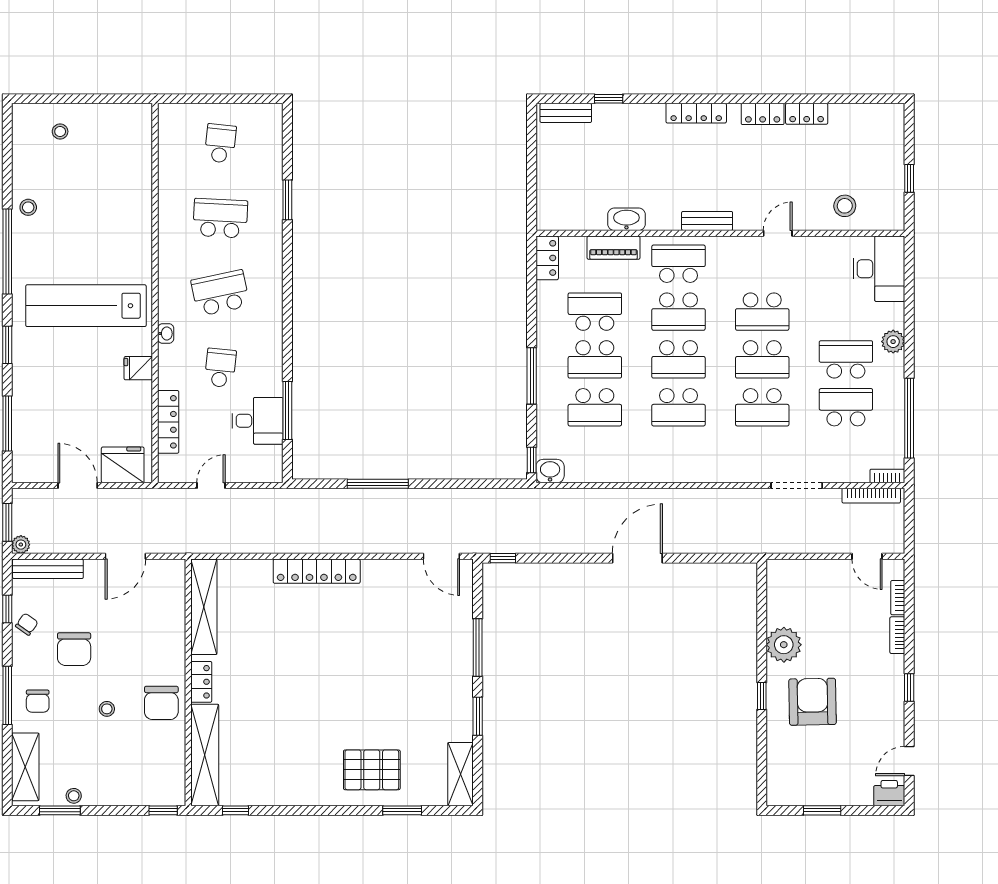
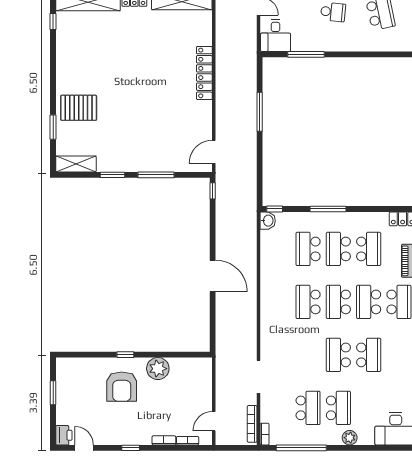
school desk: (762, 312) -> (369, 355), turned 180
school desk: (762, 407) -> (308, 355), removed
desk: (258, 421) -> (276, 36), moved
armchair: (812, 702) -> (122, 387), turned 91
pallet: (372, 770) -> (79, 108), turned 90

